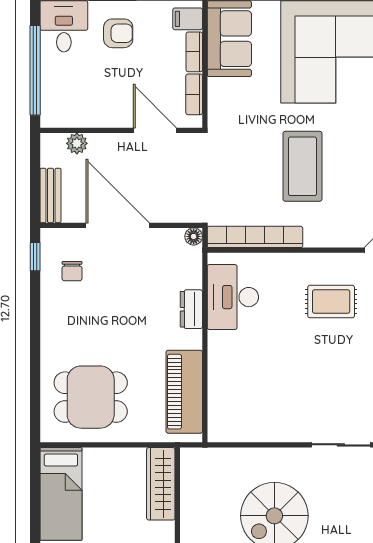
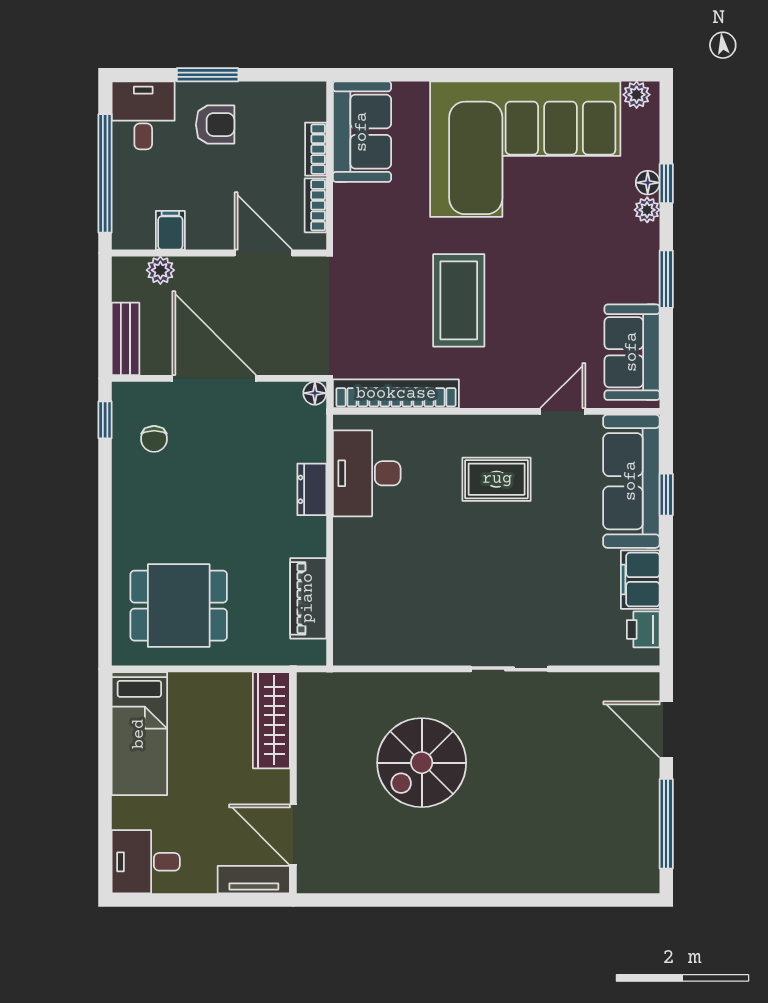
filing cabinet: (188, 19) -> (170, 230), moved, turned 90
piano: (184, 392) -> (308, 598), width x0.73, depth x0.75

